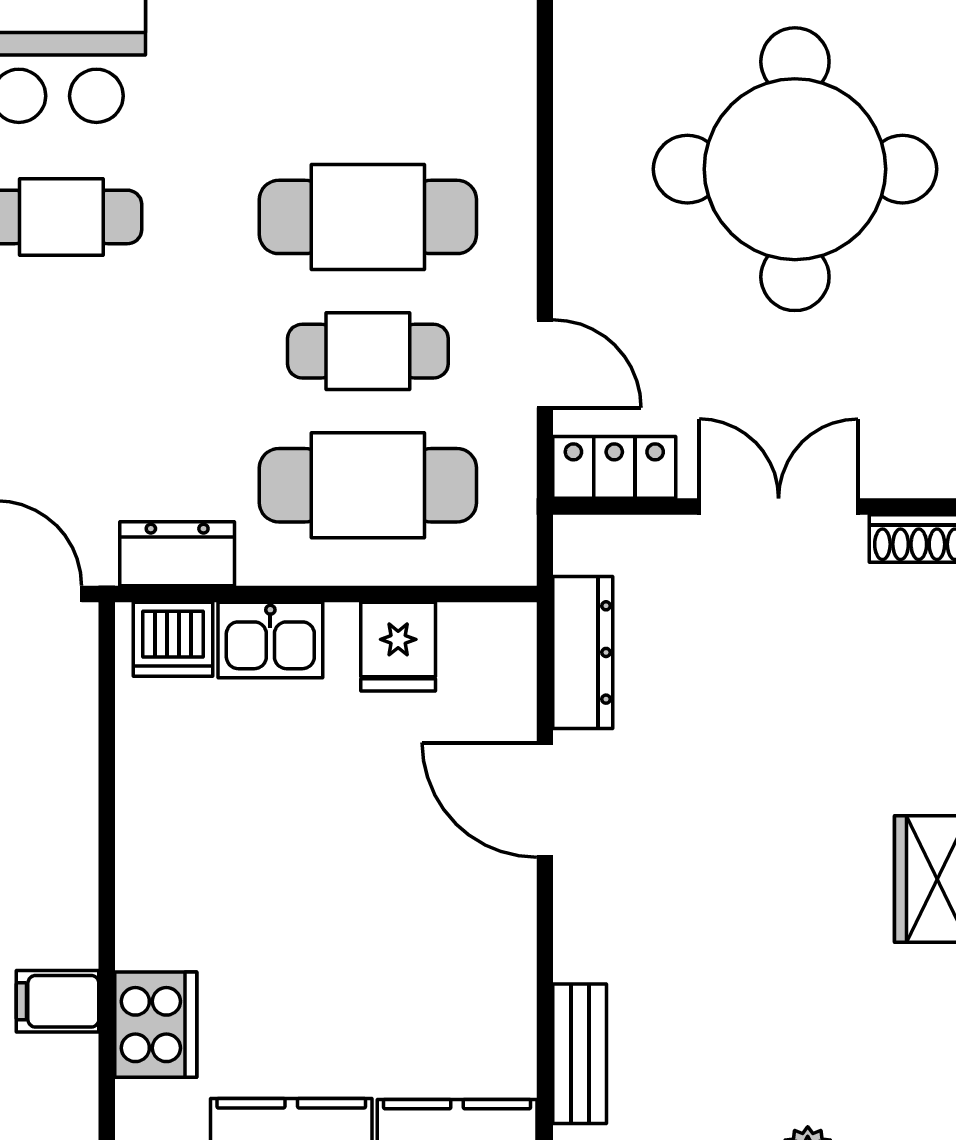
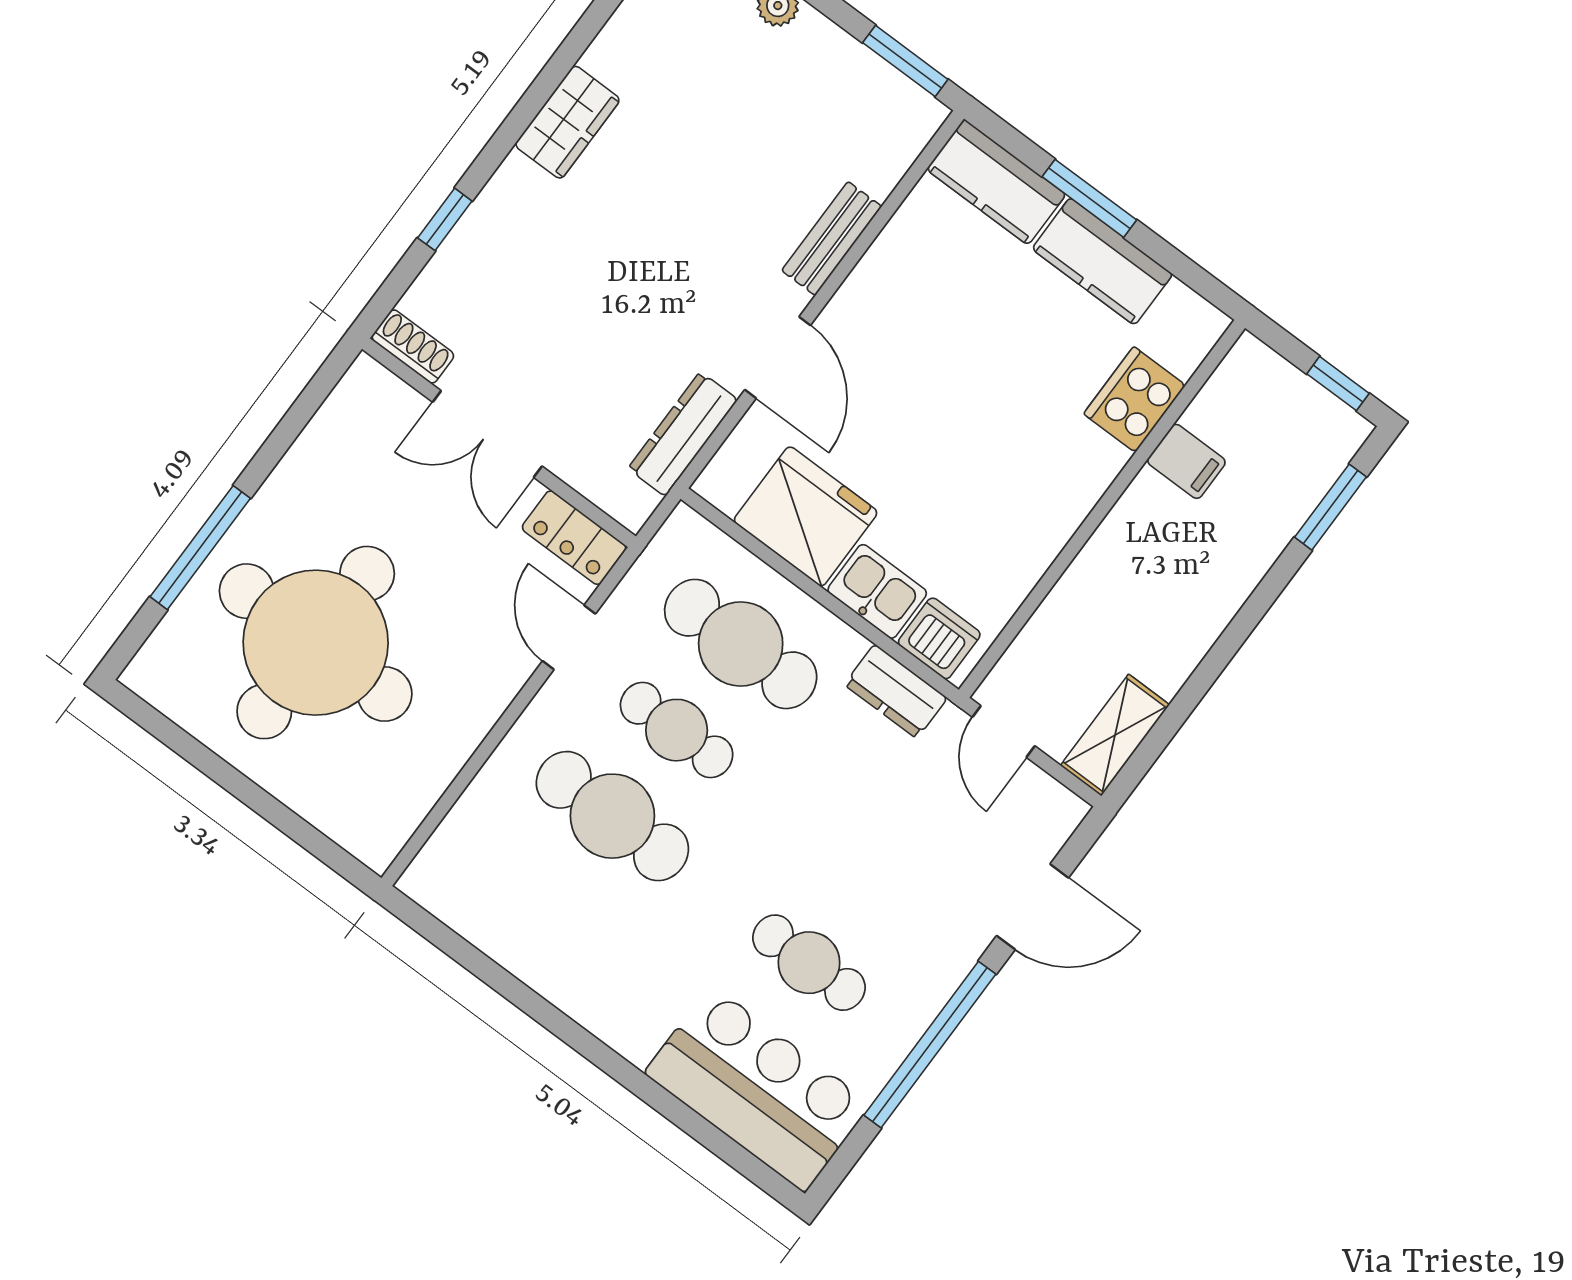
fridge: (398, 647) -> (806, 516), width x1.88, depth x1.34
bench: (580, 1054) -> (832, 239), moved

